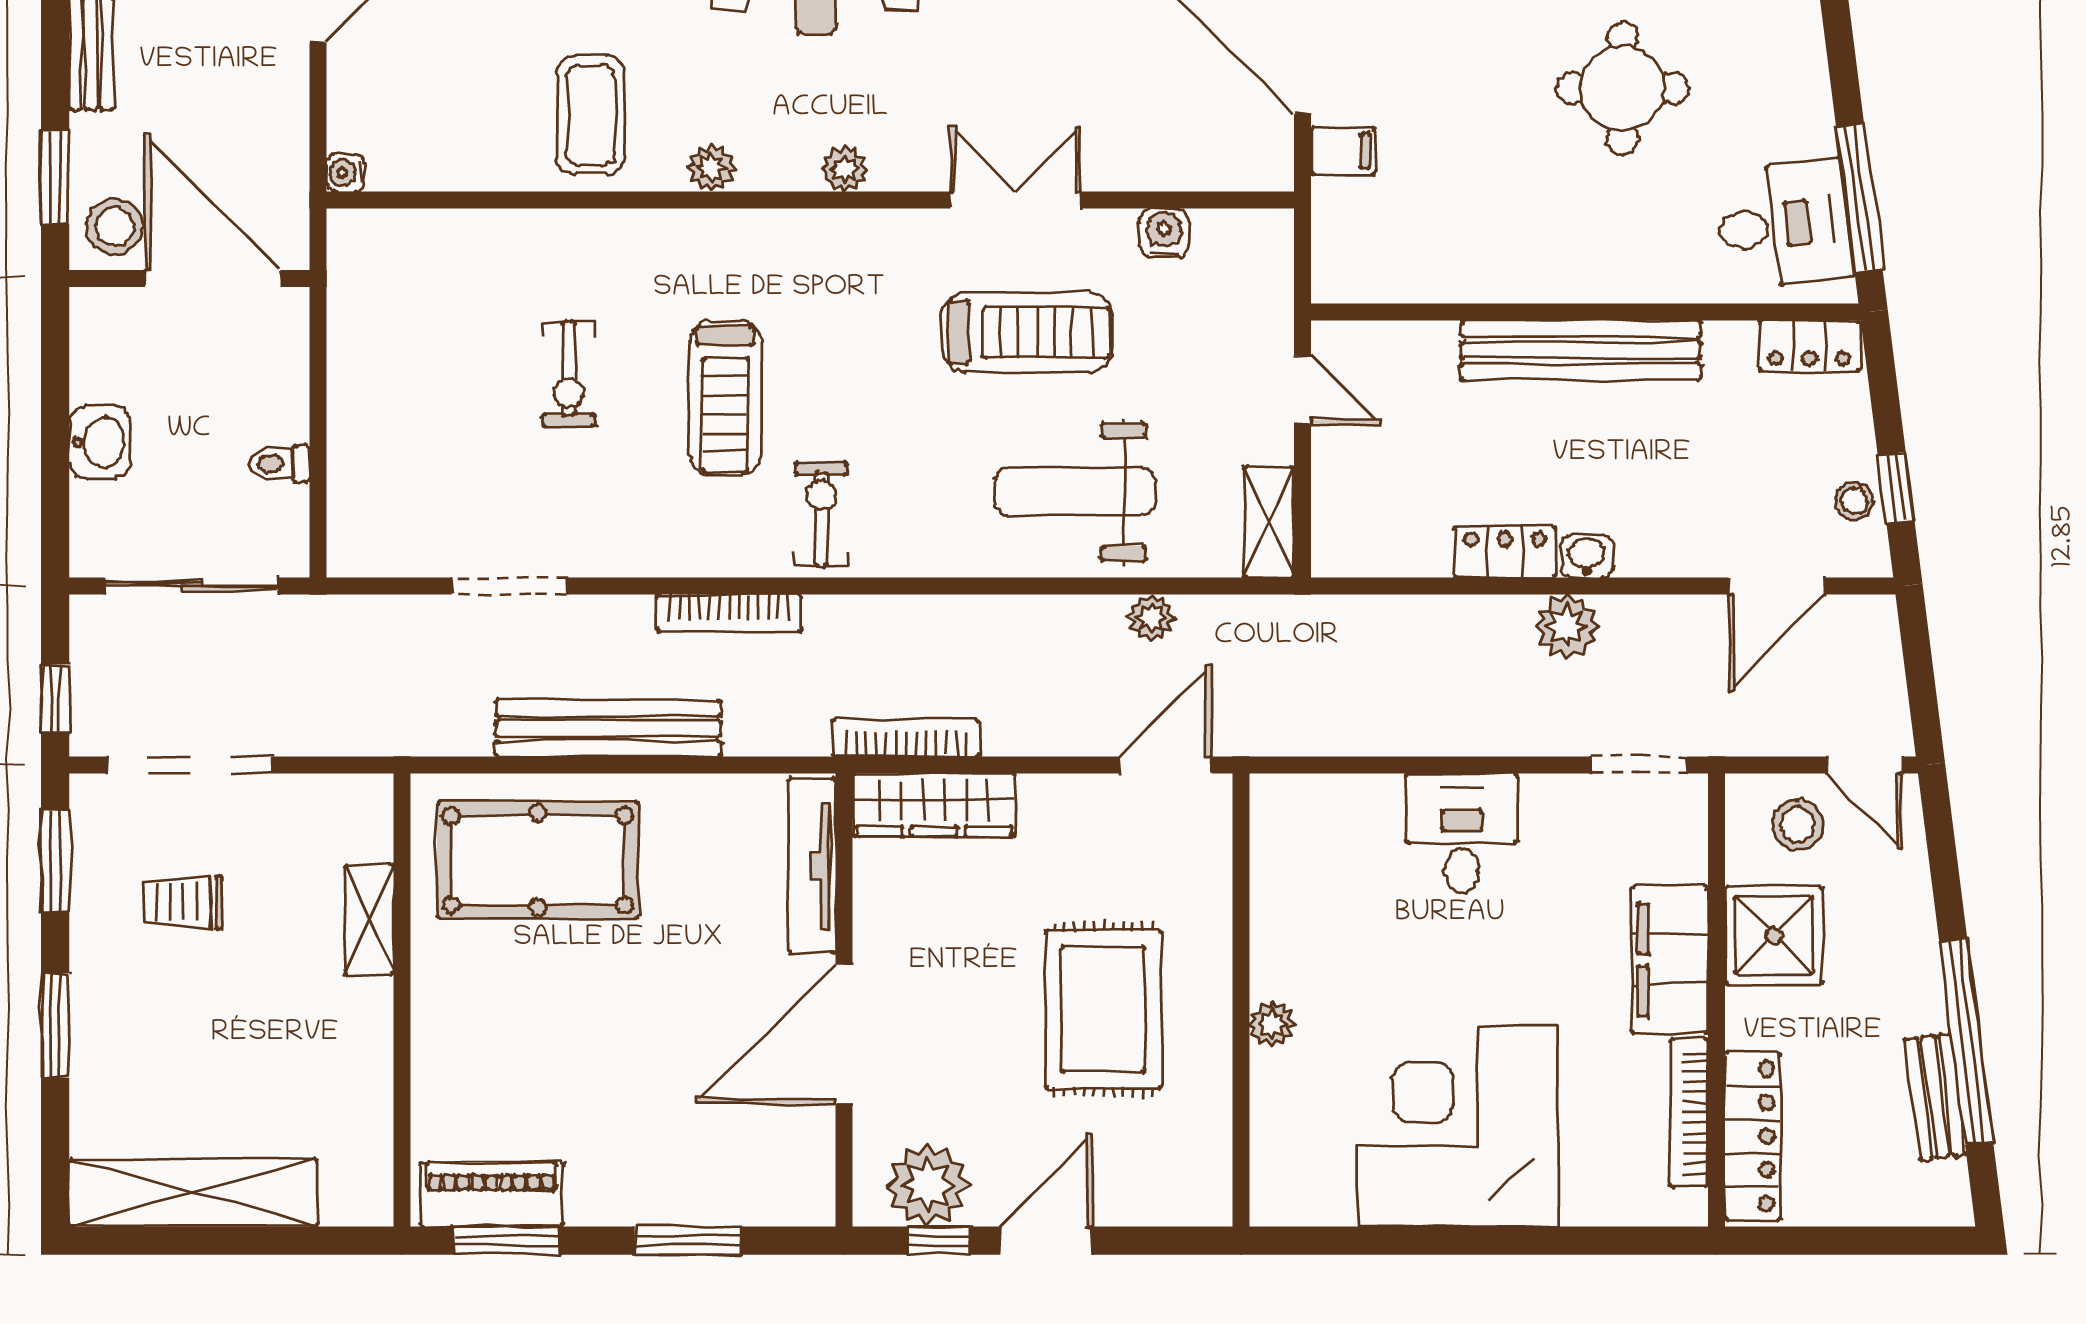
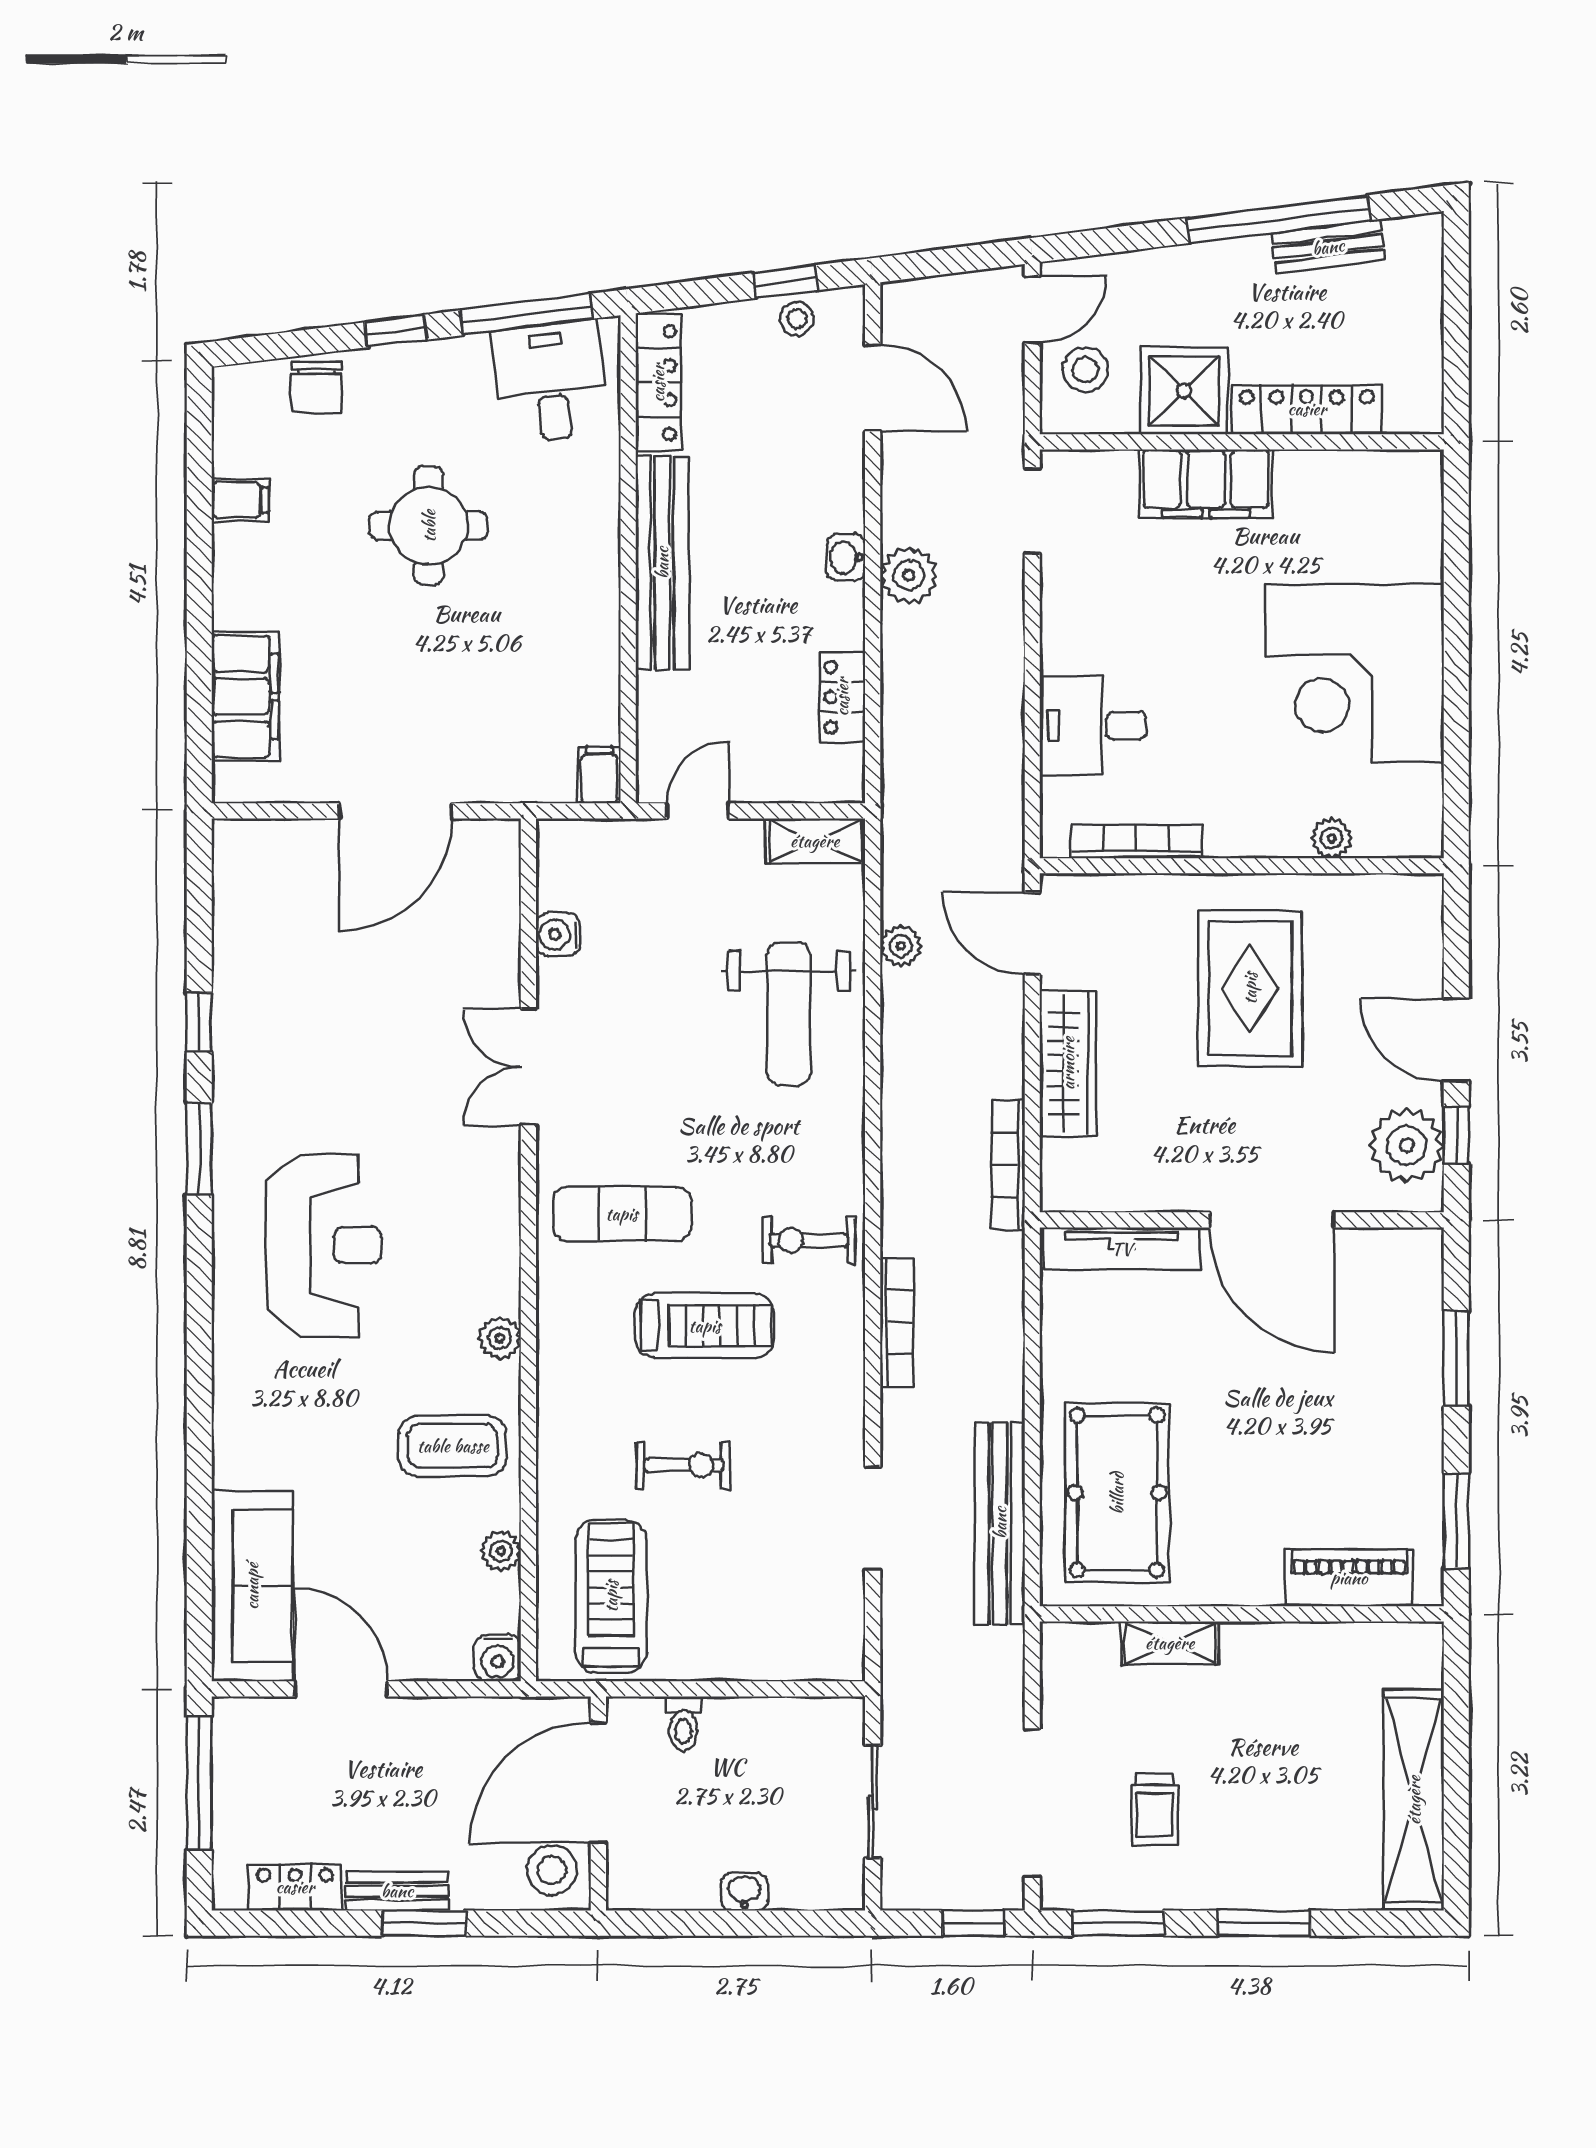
window: (1841, 51) -> (396, 331), added
filing cabinet: (1343, 151) -> (599, 775), moved
plant: (845, 169) -> (501, 1551), moved
water cooler: (346, 173) -> (498, 1658), width x1.38, depth x1.38
window: (55, 177) -> (424, 1923), moved
exercise mat: (851, 305) -> (622, 1214), added
treadmill: (1027, 332) -> (611, 1596), moved
locker: (1809, 346) -> (658, 383), width x1.53
washbasin: (100, 442) -> (745, 1892), width x0.72, depth x0.69
toilet: (279, 464) -> (683, 1724), moved
locker: (1505, 552) -> (842, 697), moved
sliding door: (191, 586) -> (873, 1802), width x0.73
bench: (608, 729) -> (1000, 1523), moved
wardrobe: (934, 805) -> (1068, 1063), moved
desk: (1462, 833) -> (1093, 726), moved
rug: (1103, 1009) -> (1250, 988), turned 90
plant: (1272, 1024) -> (1332, 838), moved
bookcase: (1689, 1112) -> (1136, 841), moved, turned 180
locker: (1753, 1136) -> (1307, 409), moved
piano: (491, 1194) -> (1349, 1578), moved, turned 90

